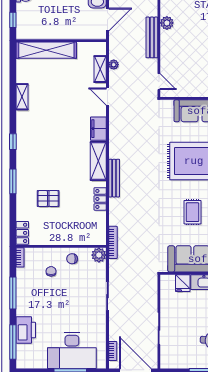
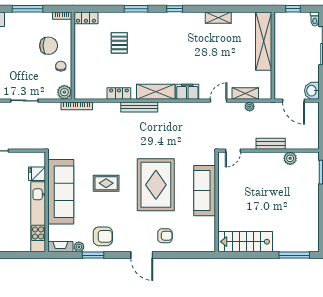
bench: (152, 37) -> (271, 144), width x0.73
chair: (51, 271) -> (49, 46), width x1.87, depth x1.87

